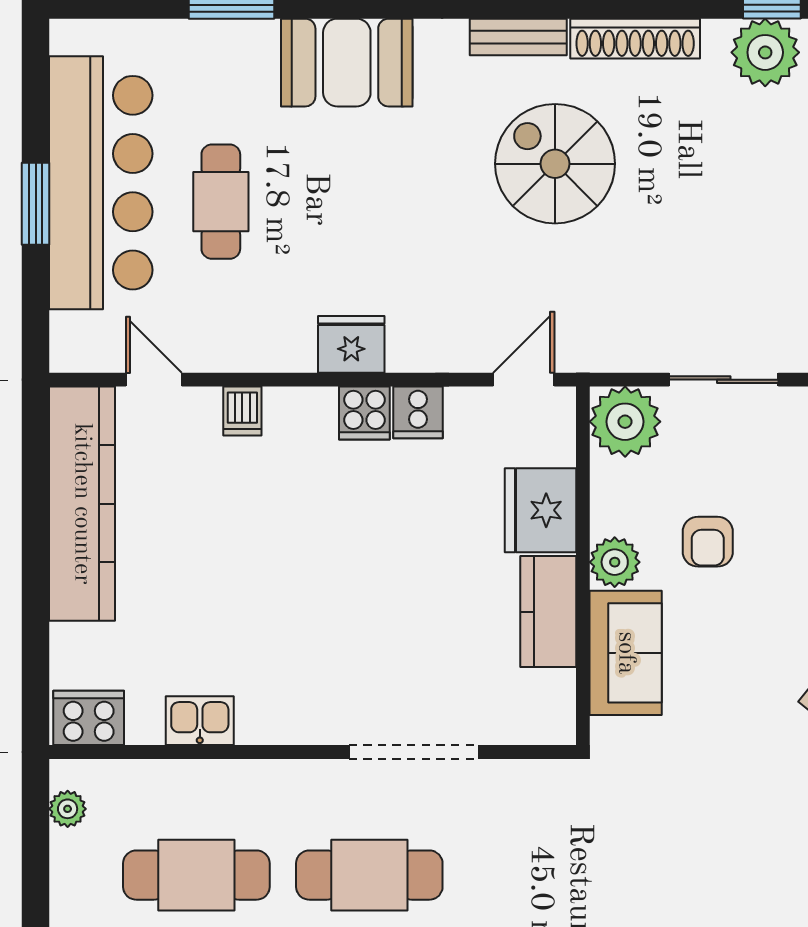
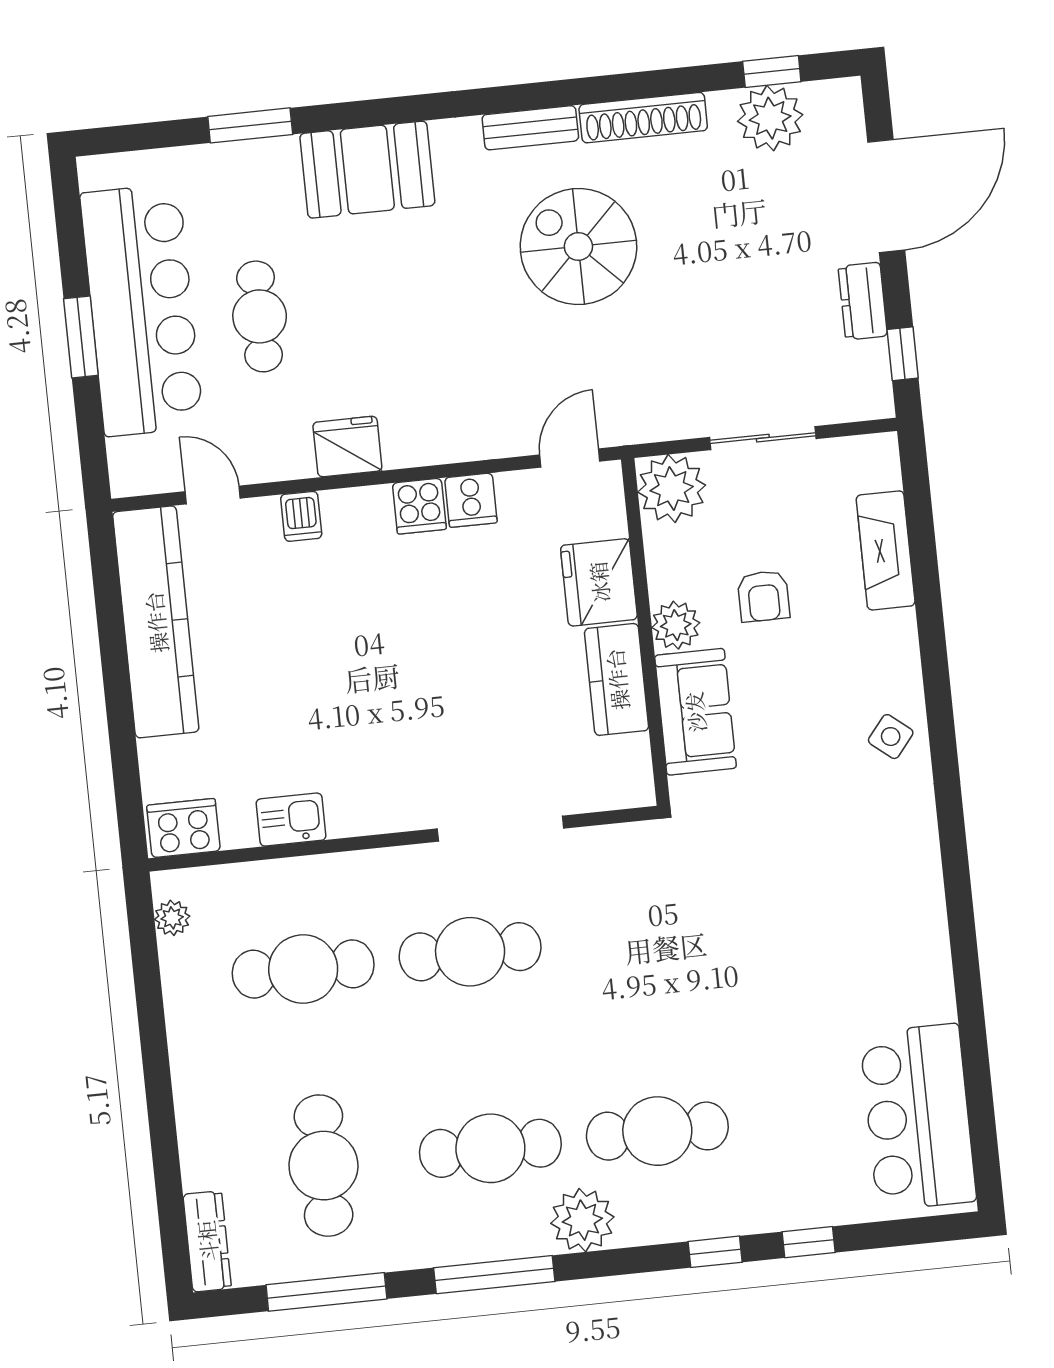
fridge: (351, 344) -> (347, 447), moved

